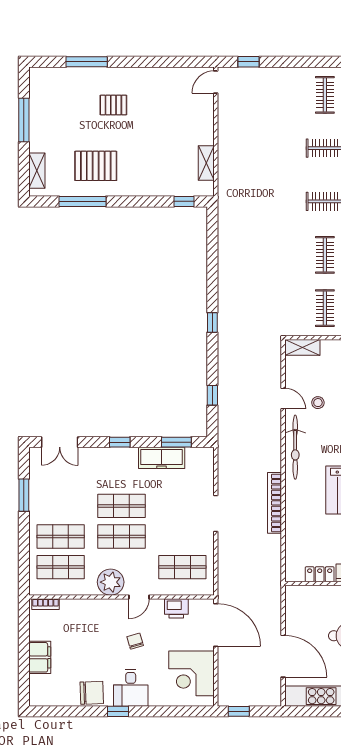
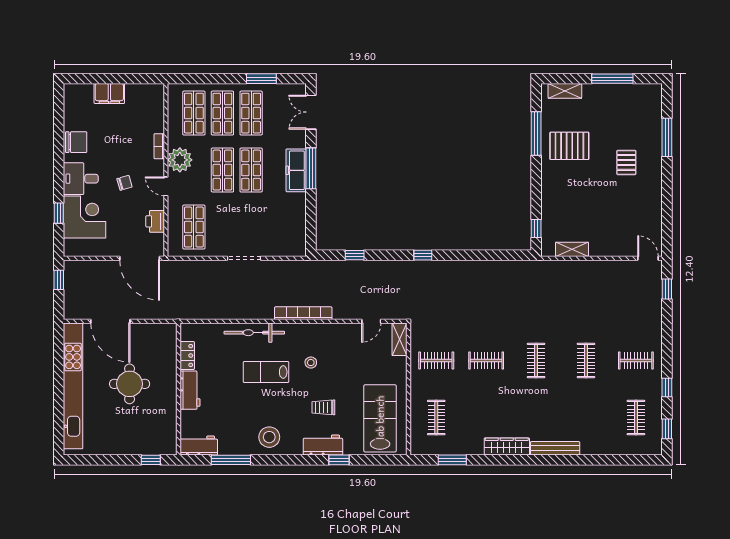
pallet: (96, 166) -> (569, 146), turned 90
door: (283, 399) -> (371, 321), moved
stool: (318, 403) -> (311, 363), moved
window: (120, 442) -> (311, 168), width x2.17
window: (176, 442) -> (311, 221), removed
bicycle: (295, 447) -> (254, 333), moved
freezer: (162, 458) -> (296, 170), moved
bookcase: (274, 503) -> (303, 313), moved
shop shelf: (61, 506) -> (251, 113), added
bookcase: (46, 604) -> (159, 146), moved
door: (216, 625) -> (140, 258), hinge flipped
door: (283, 656) -> (110, 321), hinge flipped
corner desk: (192, 673) -> (85, 217), moved, turned 90
chair: (92, 693) -> (76, 142), turned -88
window: (118, 711) -> (59, 213), moved

